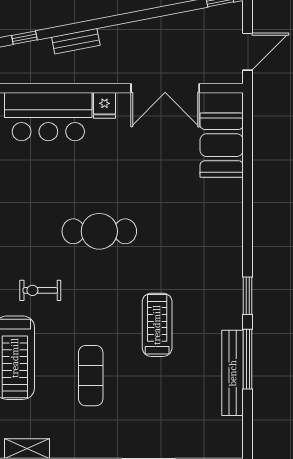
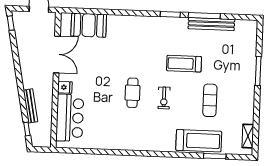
bench: (76, 41) -> (30, 106), width x1.36
cafe table: (99, 231) -> (132, 93), width x0.73, depth x0.74
exercise bike: (40, 290) -> (164, 98), moved
exercise mat: (91, 376) -> (210, 100), turned 90

